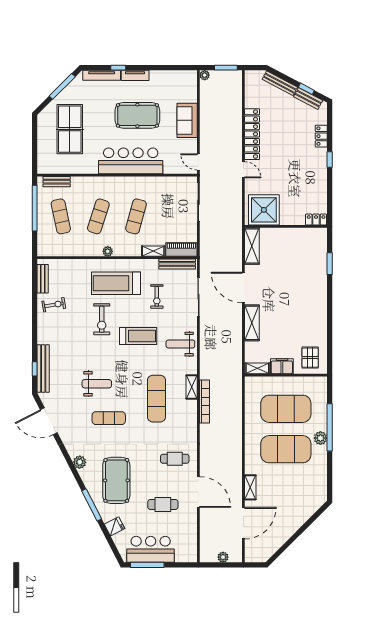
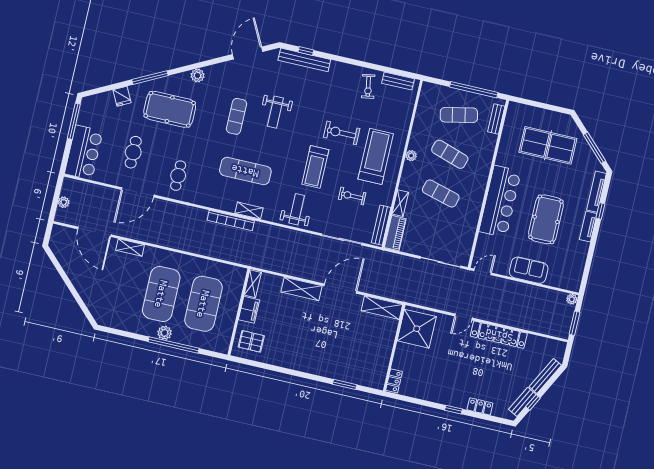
bar counter: (151, 549) -> (84, 152), moved

